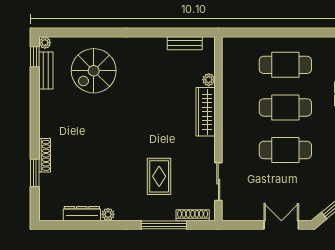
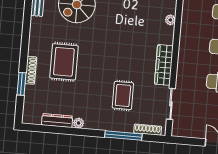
wardrobe: (206, 112) -> (164, 65), moved
rug: (84, 142) -> (64, 62), added

